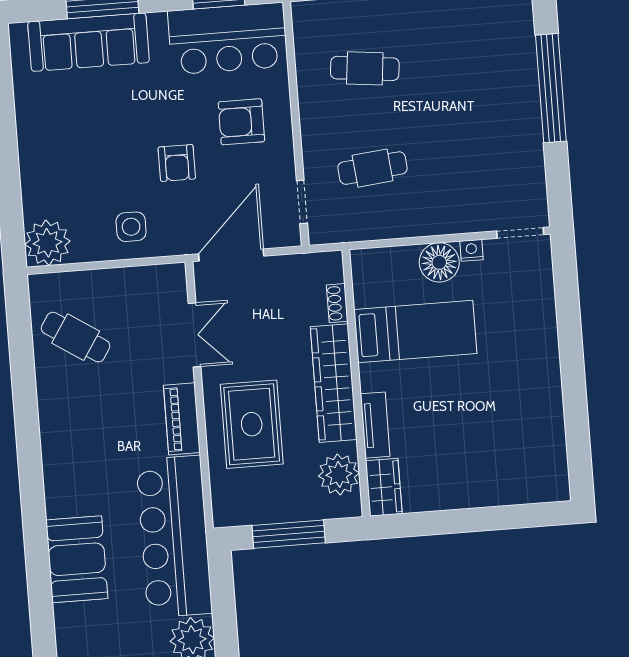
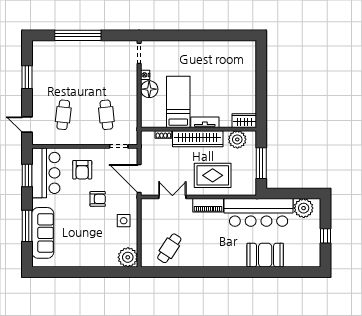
tv unit: (375, 425) -> (205, 122), moved

